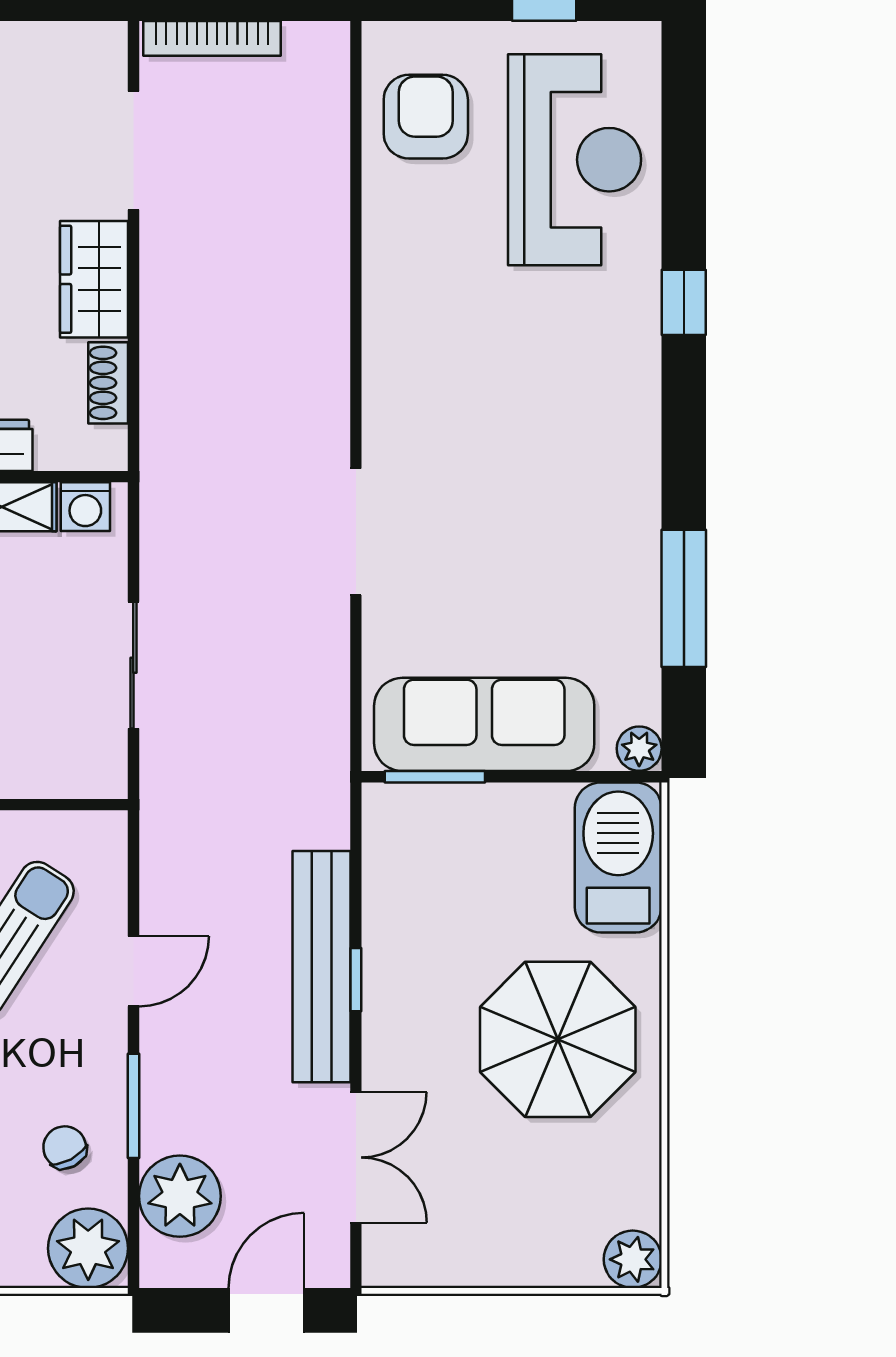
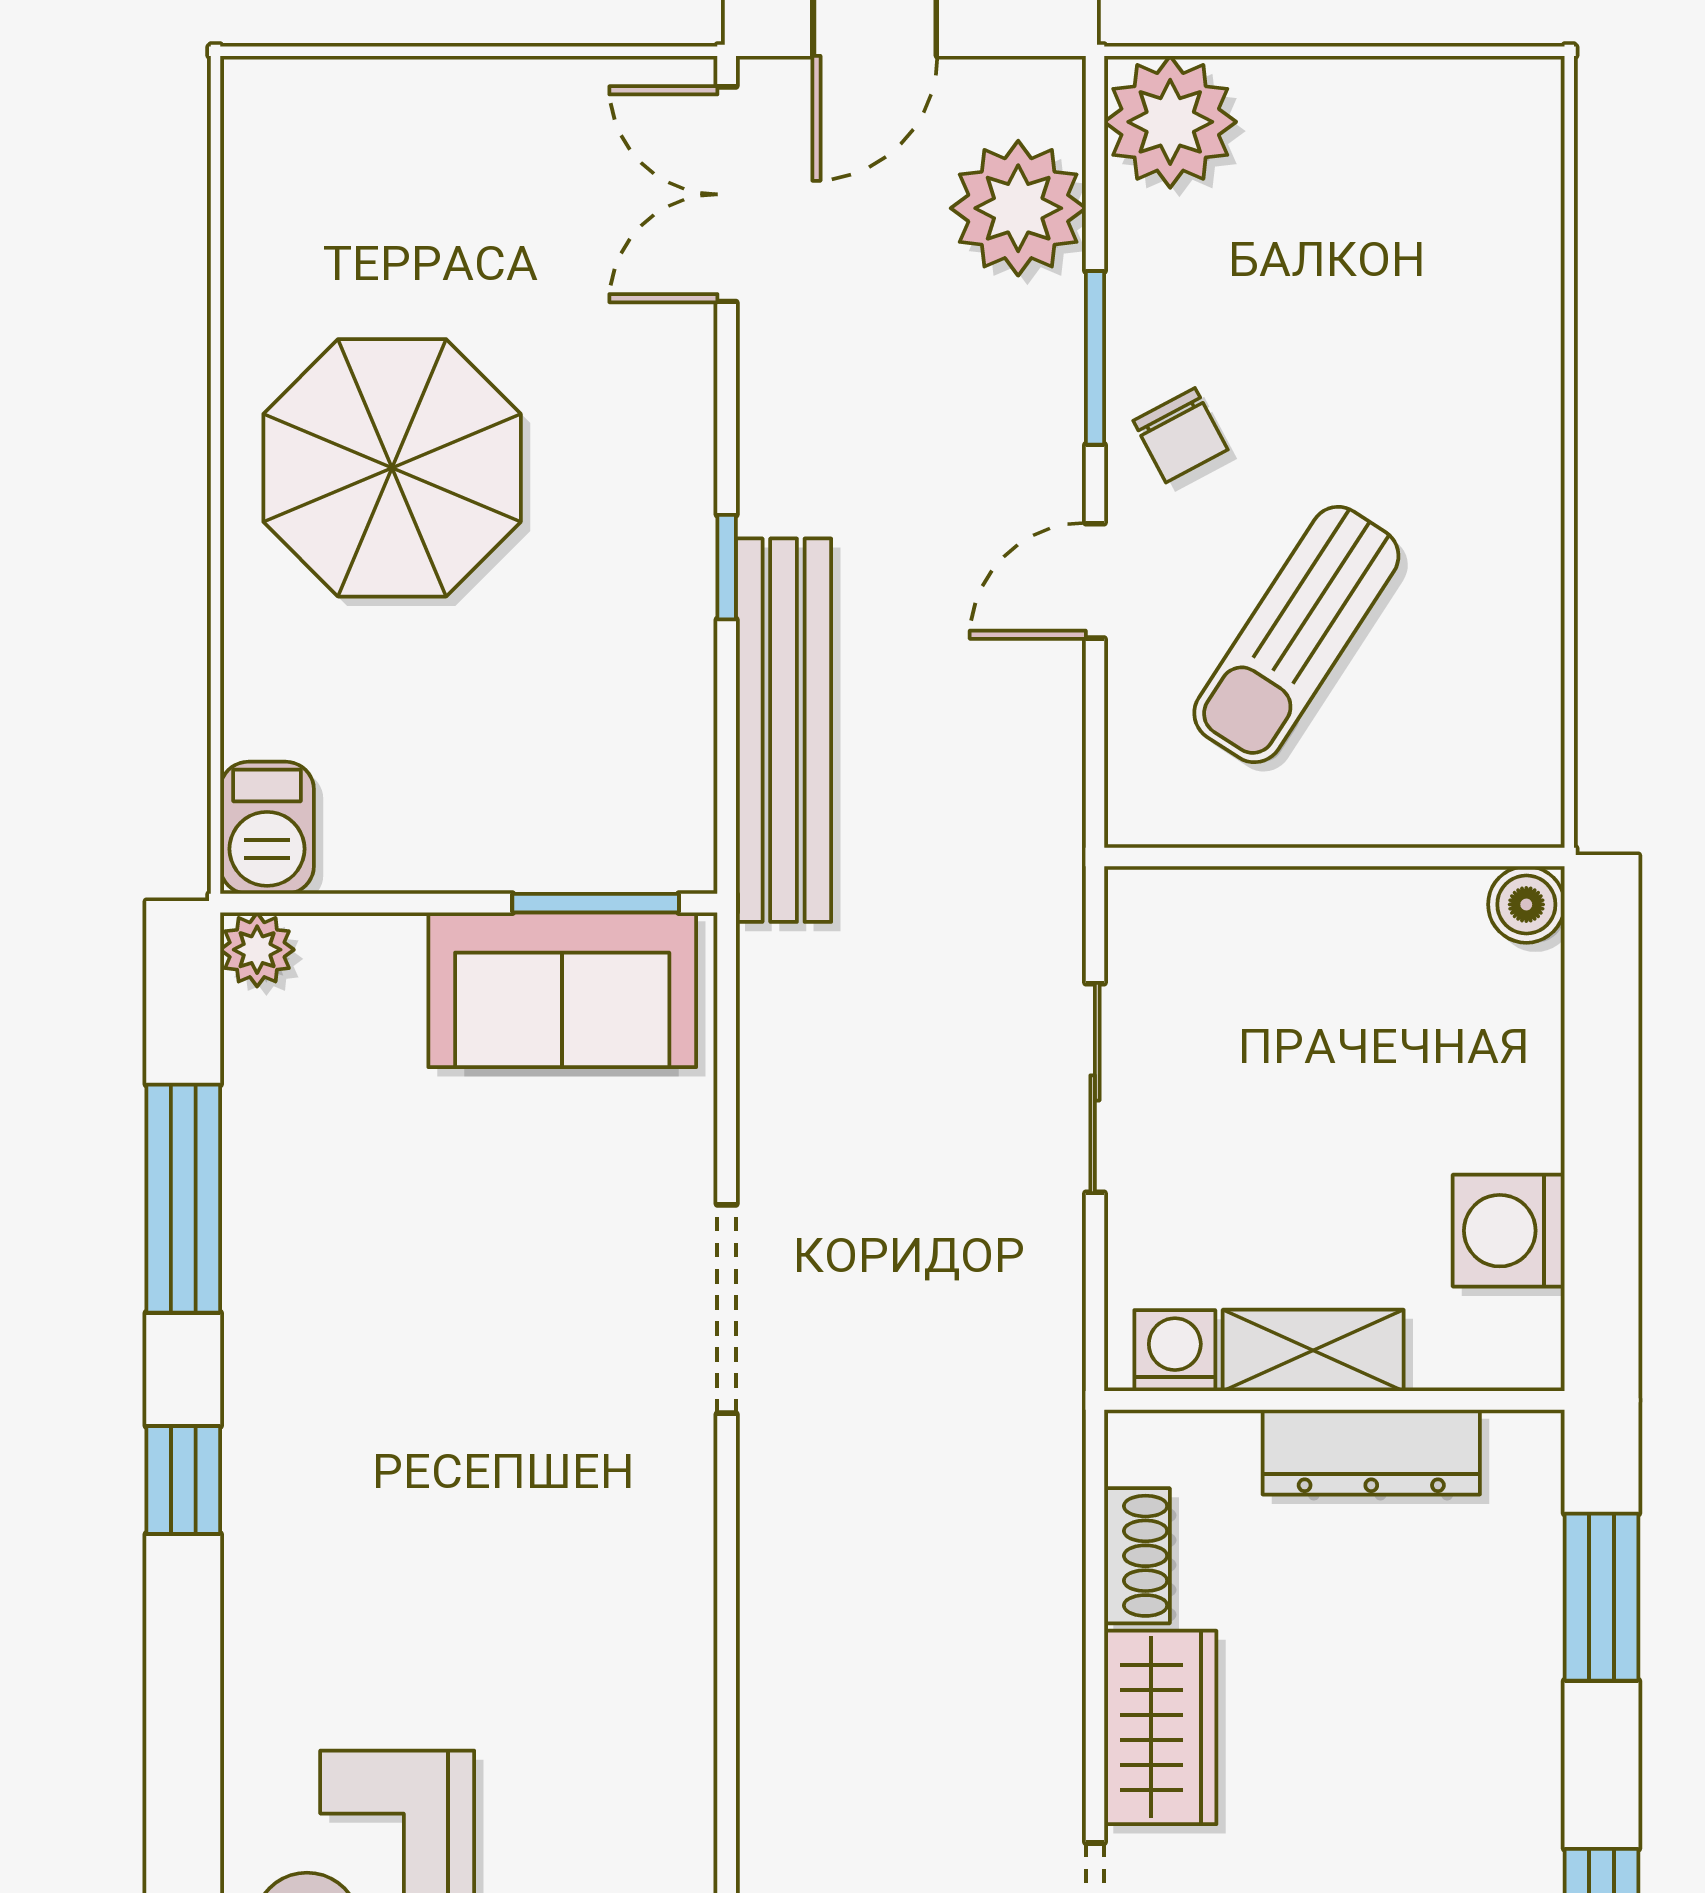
window: (684, 302) -> (183, 1480), moved
sofa: (484, 724) -> (562, 990), width x0.73
barbecue: (618, 857) -> (267, 828), width x0.53, depth x0.65
bench: (321, 967) -> (784, 730), moved
chair: (65, 1147) -> (1180, 435), moved
double door: (356, 1157) -> (727, 194), moved
plant: (633, 1259) -> (268, 104), removed

